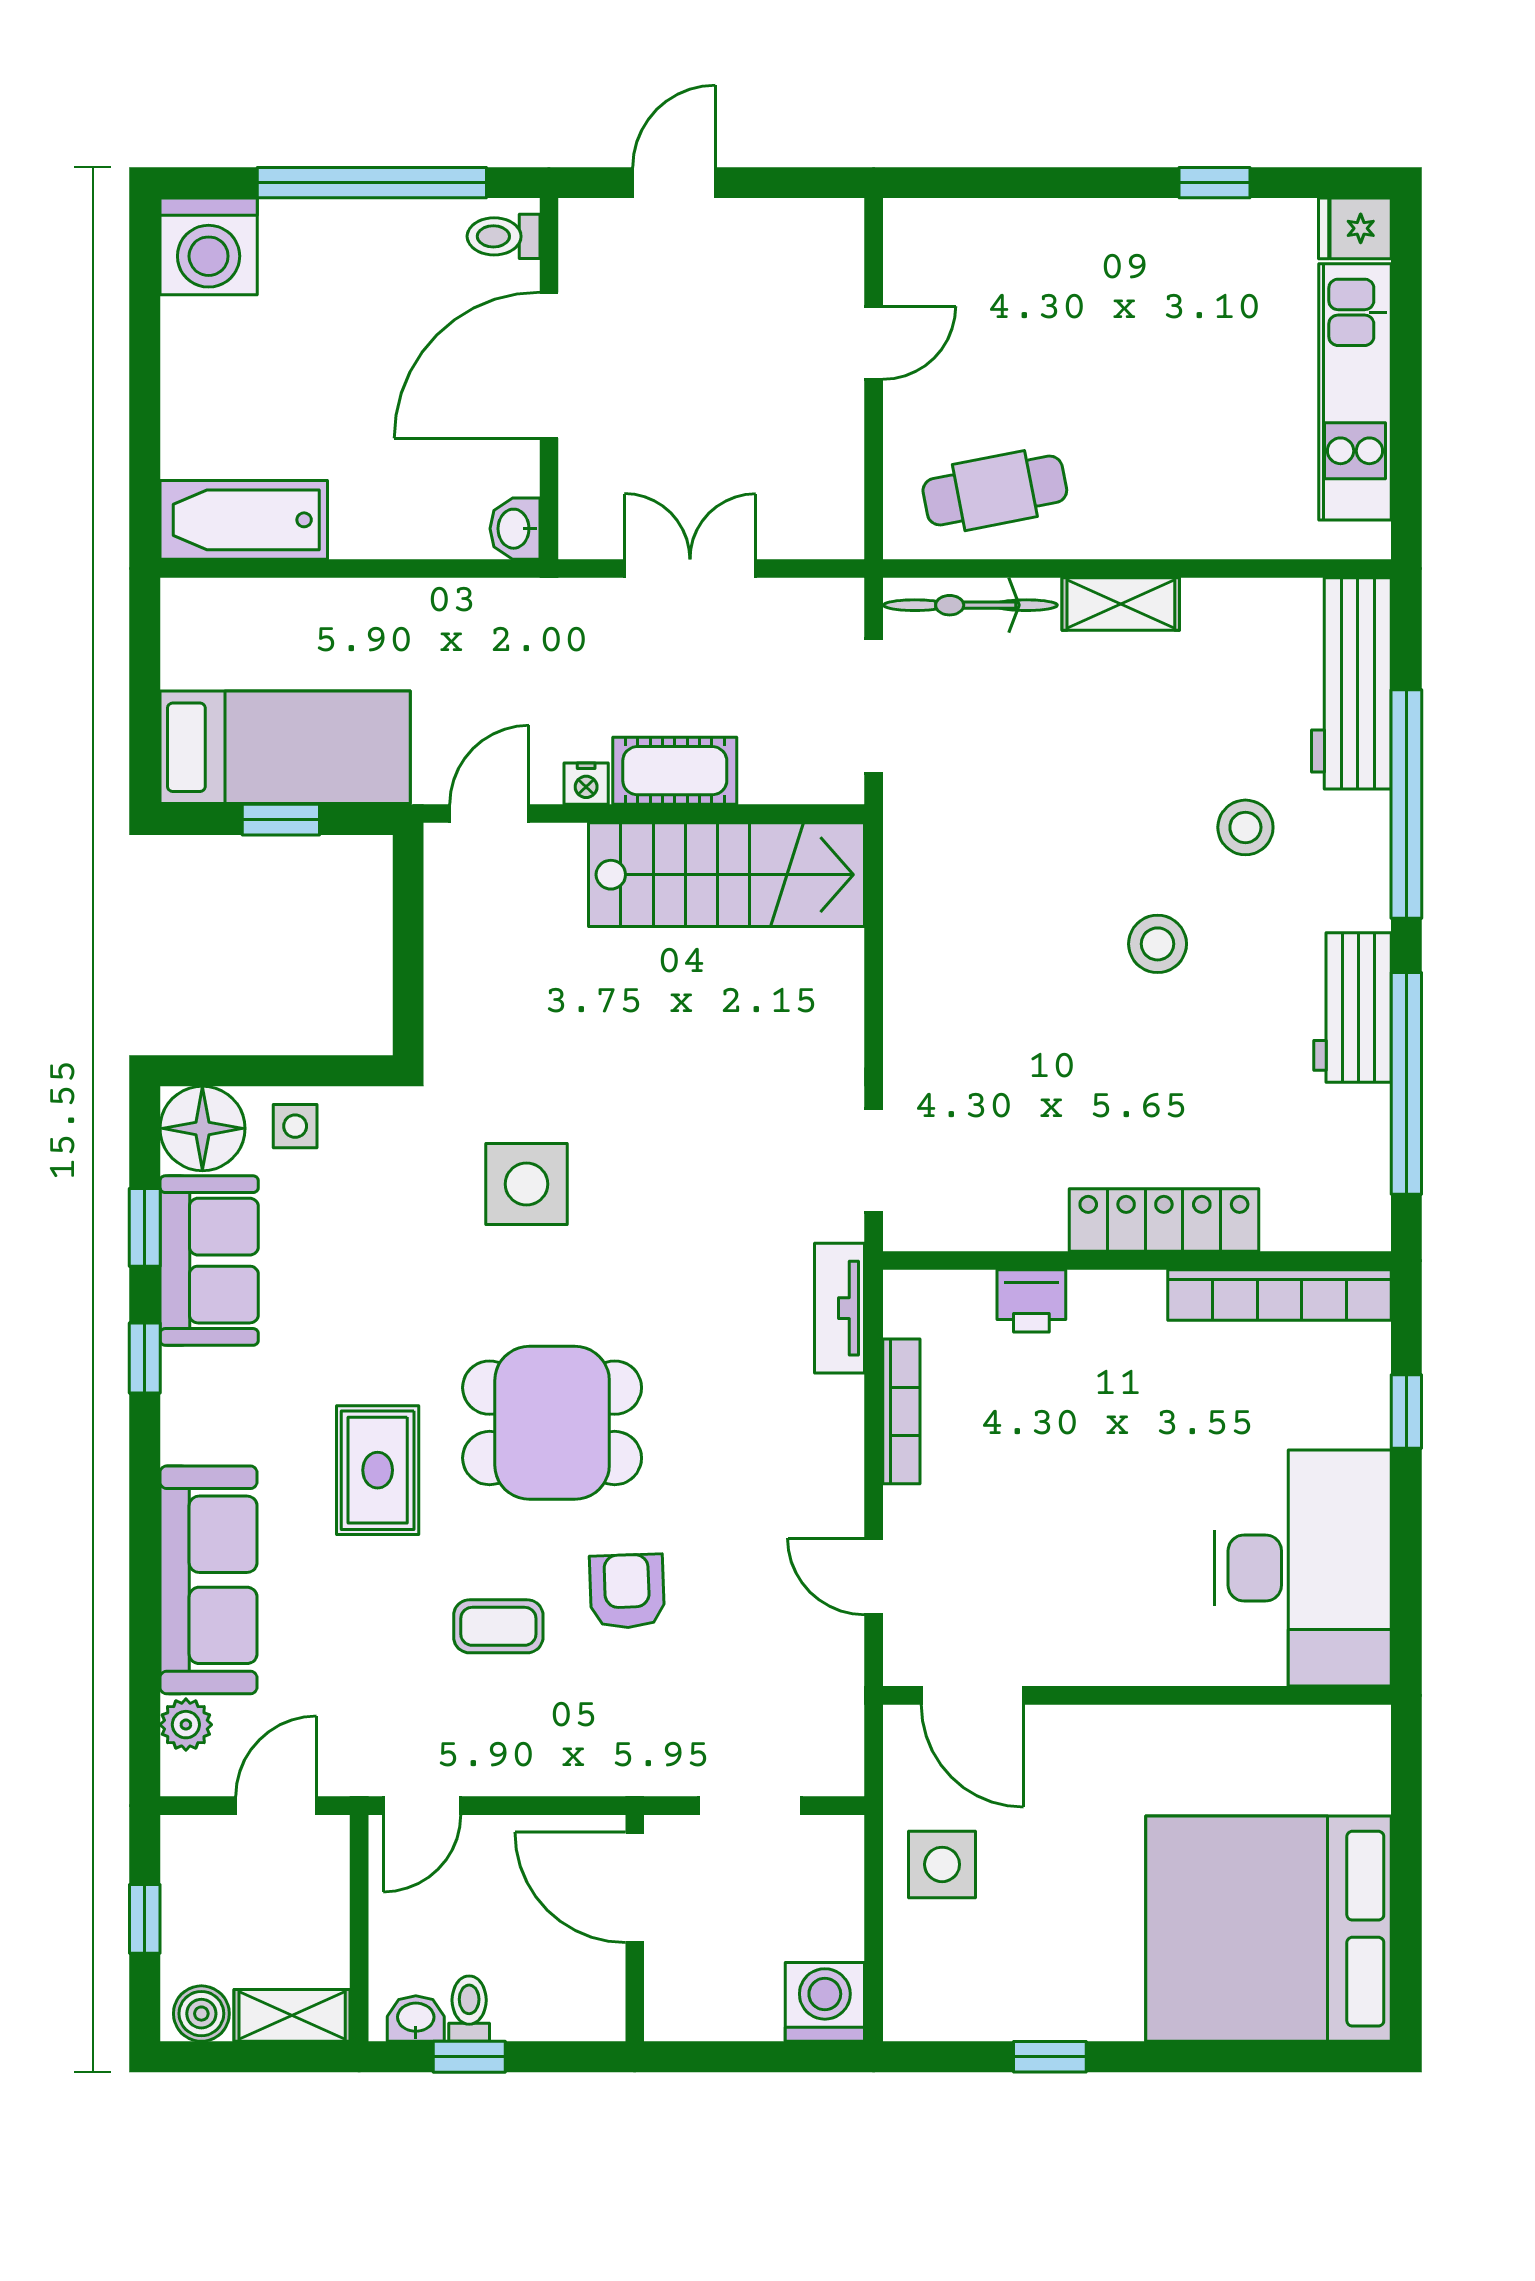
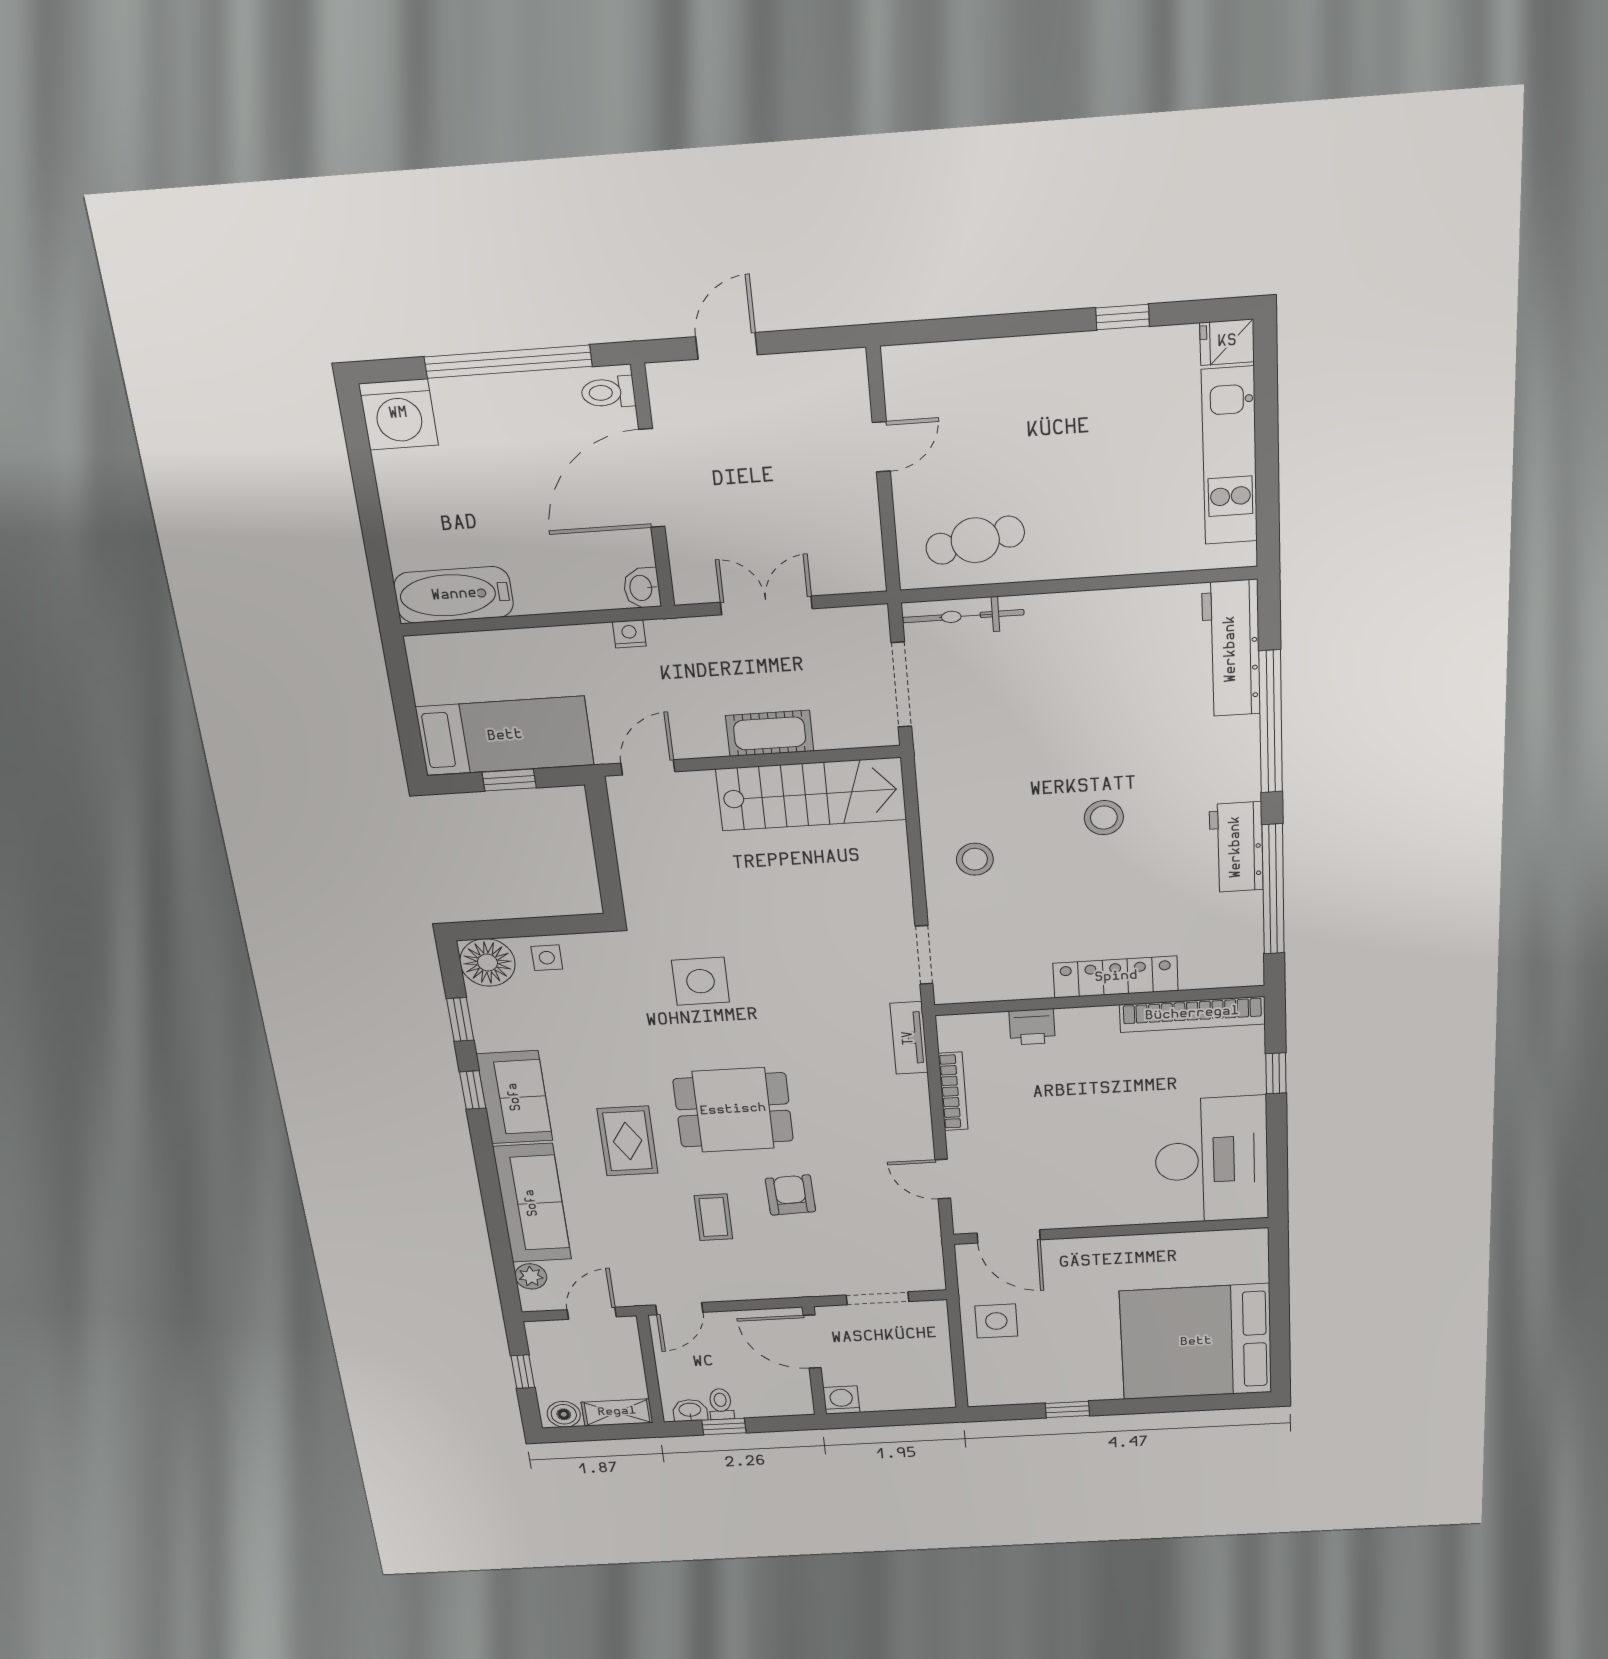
shelving: (1121, 604) -> (1068, 608), removed
nightstand: (586, 784) -> (629, 634), moved, turned 180
stool: (1245, 827) -> (975, 859), moved
sofa: (209, 1261) -> (515, 1097), moved
coffee table: (498, 1626) -> (713, 1217), turned 90
washing machine: (825, 2002) -> (841, 1400), moved, width x0.73, depth x0.73

